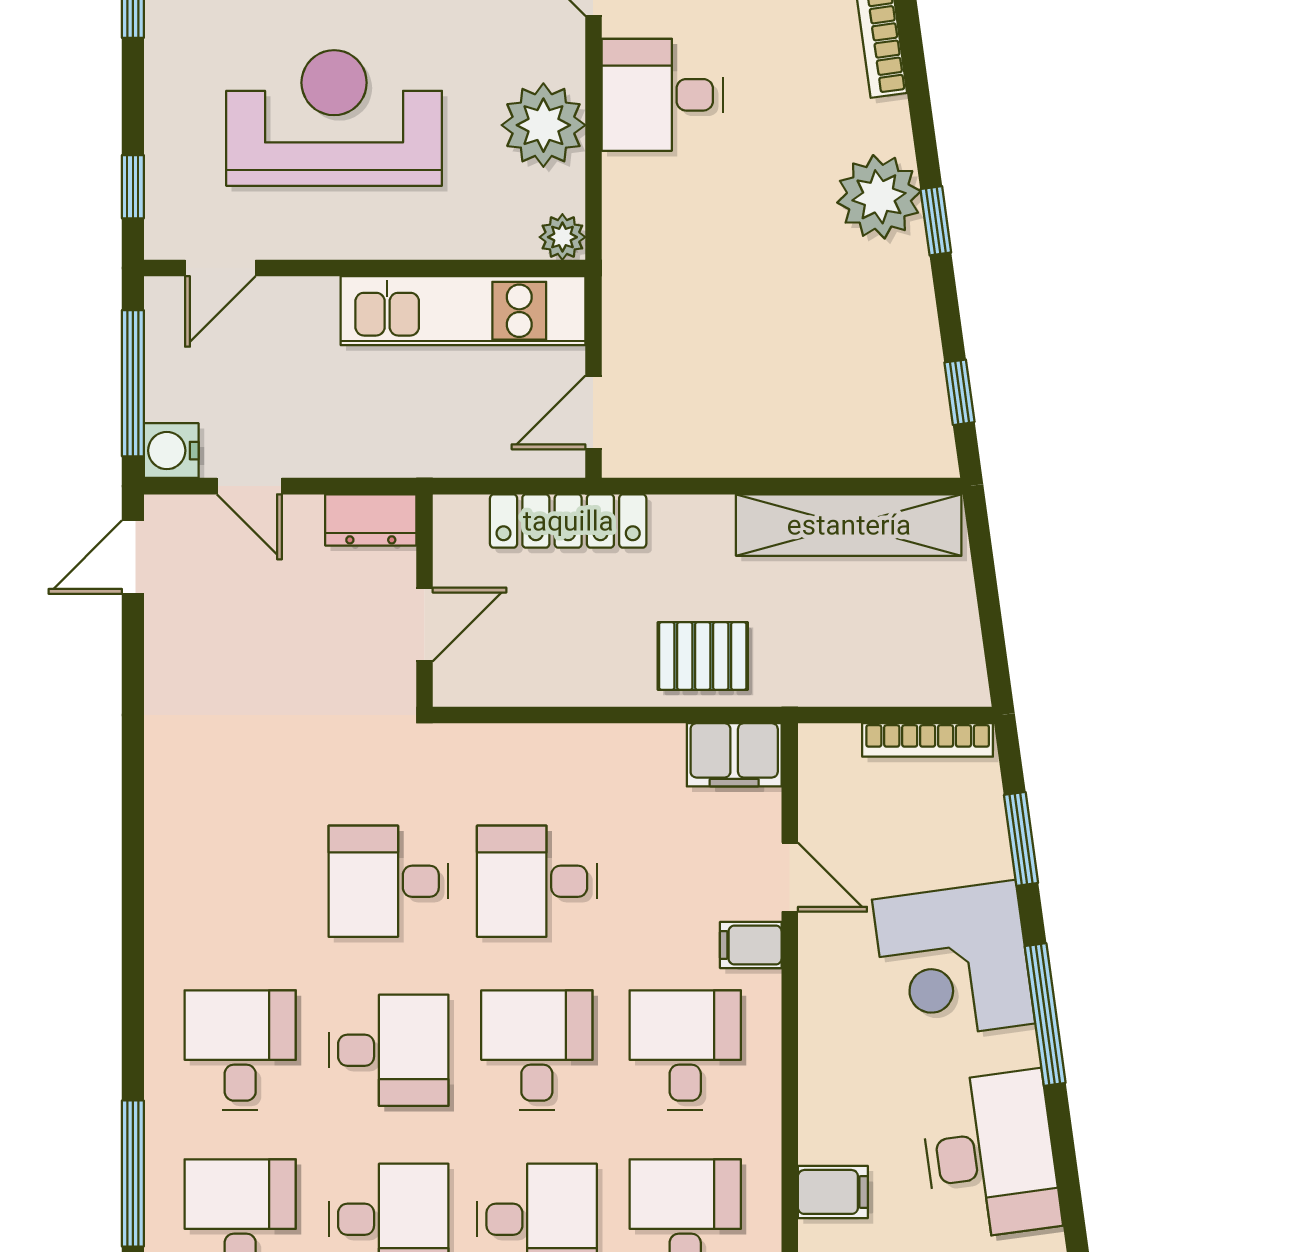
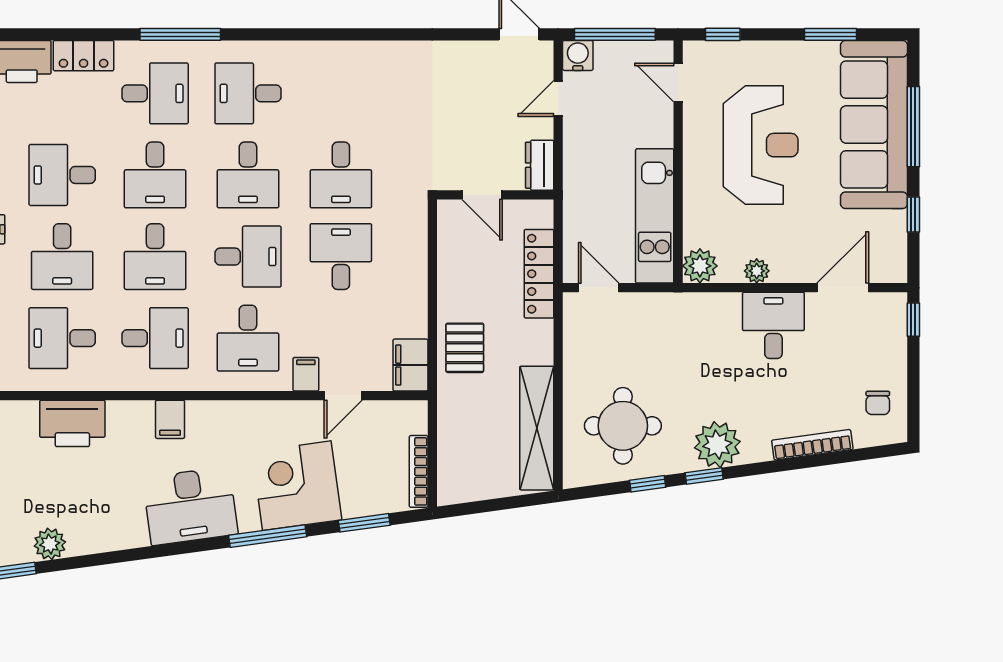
plant: (543, 125) -> (757, 271), width x0.53, depth x0.53
plant: (562, 237) -> (700, 266), width x1.38, depth x1.38
round table: (845, 369) -> (623, 426), added
window: (959, 392) -> (648, 484), moved
desk: (388, 881) -> (341, 175), turned 180
desk: (240, 1050) -> (248, 93), turned 180
desk: (685, 1050) -> (248, 338), turned 90

